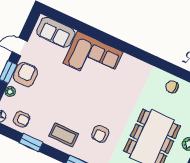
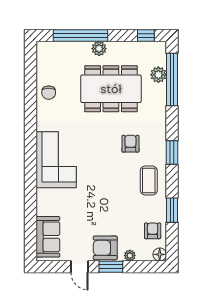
corner sofa: (93, 57) -> (56, 160), moved
armchair: (100, 134) -> (130, 144), turned -90

